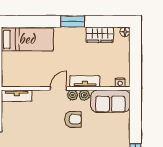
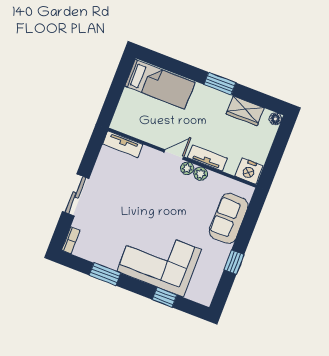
nightstand: (120, 83) -> (249, 171), width x1.89, depth x1.79
sofa: (110, 101) -> (229, 218), moved, turned 90
armchair: (73, 119) -> (177, 196), removed

